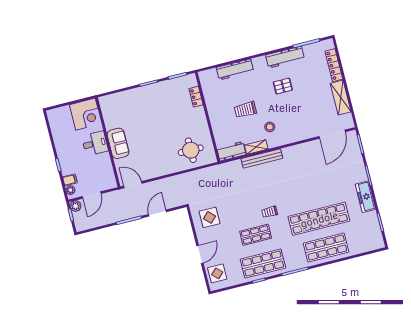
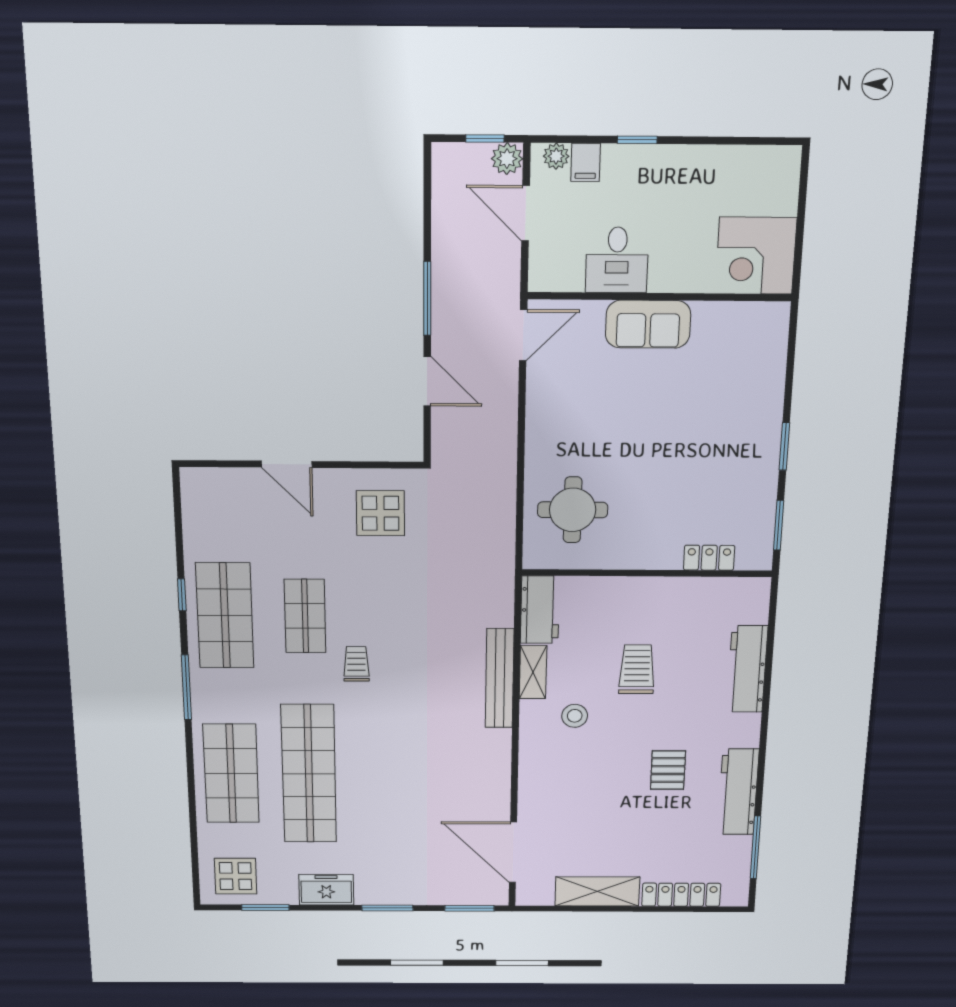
desk: (95, 143) -> (617, 260), moved
freezer: (365, 197) -> (326, 890), width x0.71
display table: (217, 273) -> (236, 876), moved

